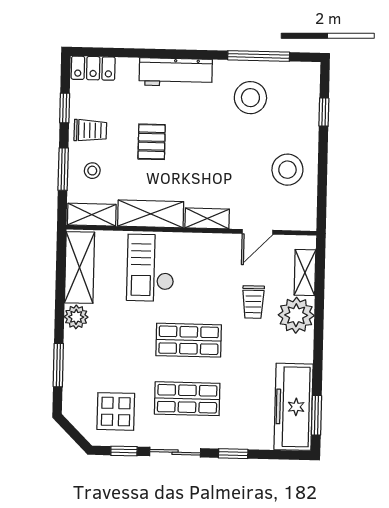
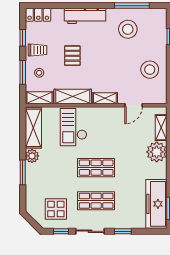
trolley: (253, 302) -> (132, 145), removed
window: (58, 365) -> (23, 172), moved

